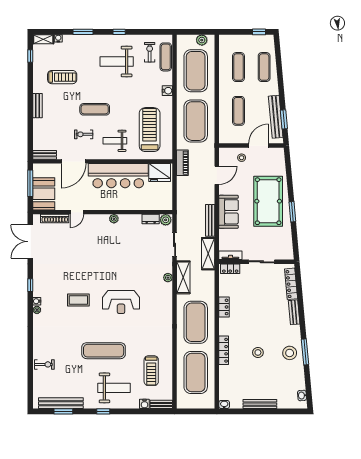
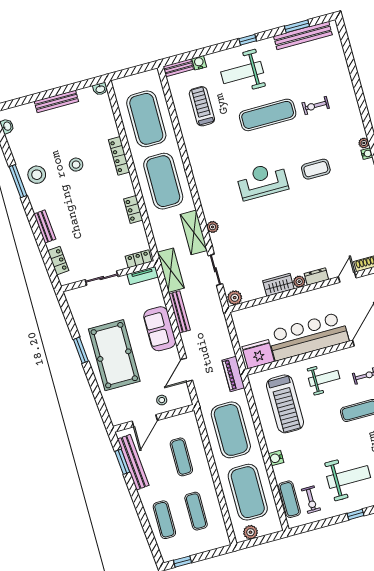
dresser: (151, 219) -> (316, 276), moved
wardrobe: (130, 221) -> (278, 285), added
locker: (291, 284) -> (58, 261), width x0.66
exercise bike: (44, 364) -> (316, 106), moved

